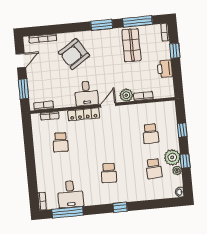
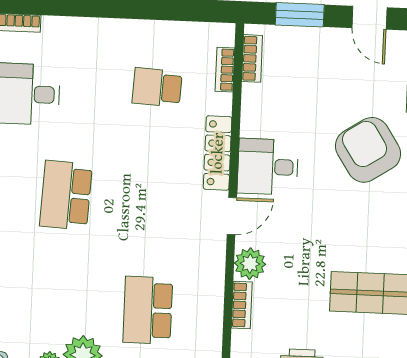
door: (108, 105) -> (232, 216), hinge flipped
school desk: (151, 134) -> (148, 310), width x1.85
school desk: (154, 169) -> (61, 307), removed
school desk: (109, 173) -> (66, 195), width x1.85

